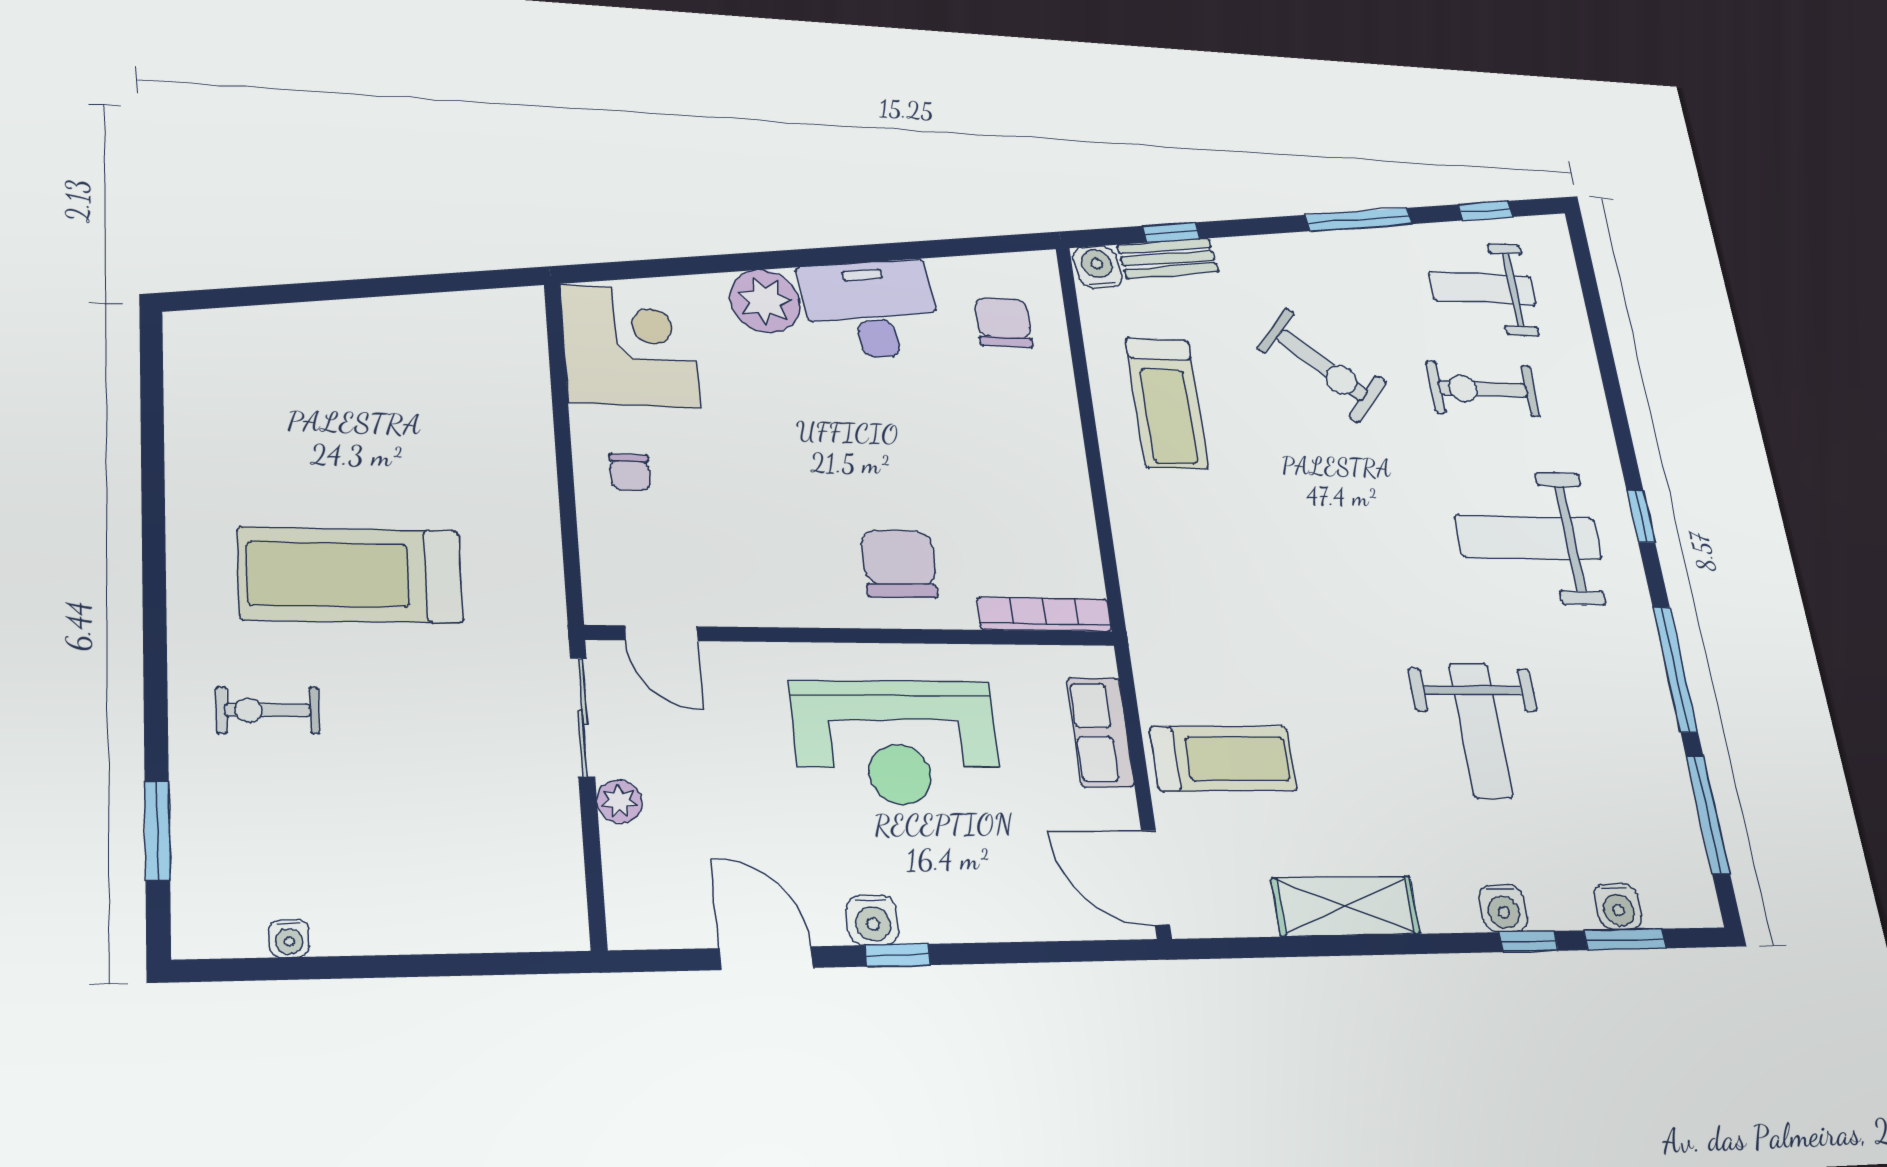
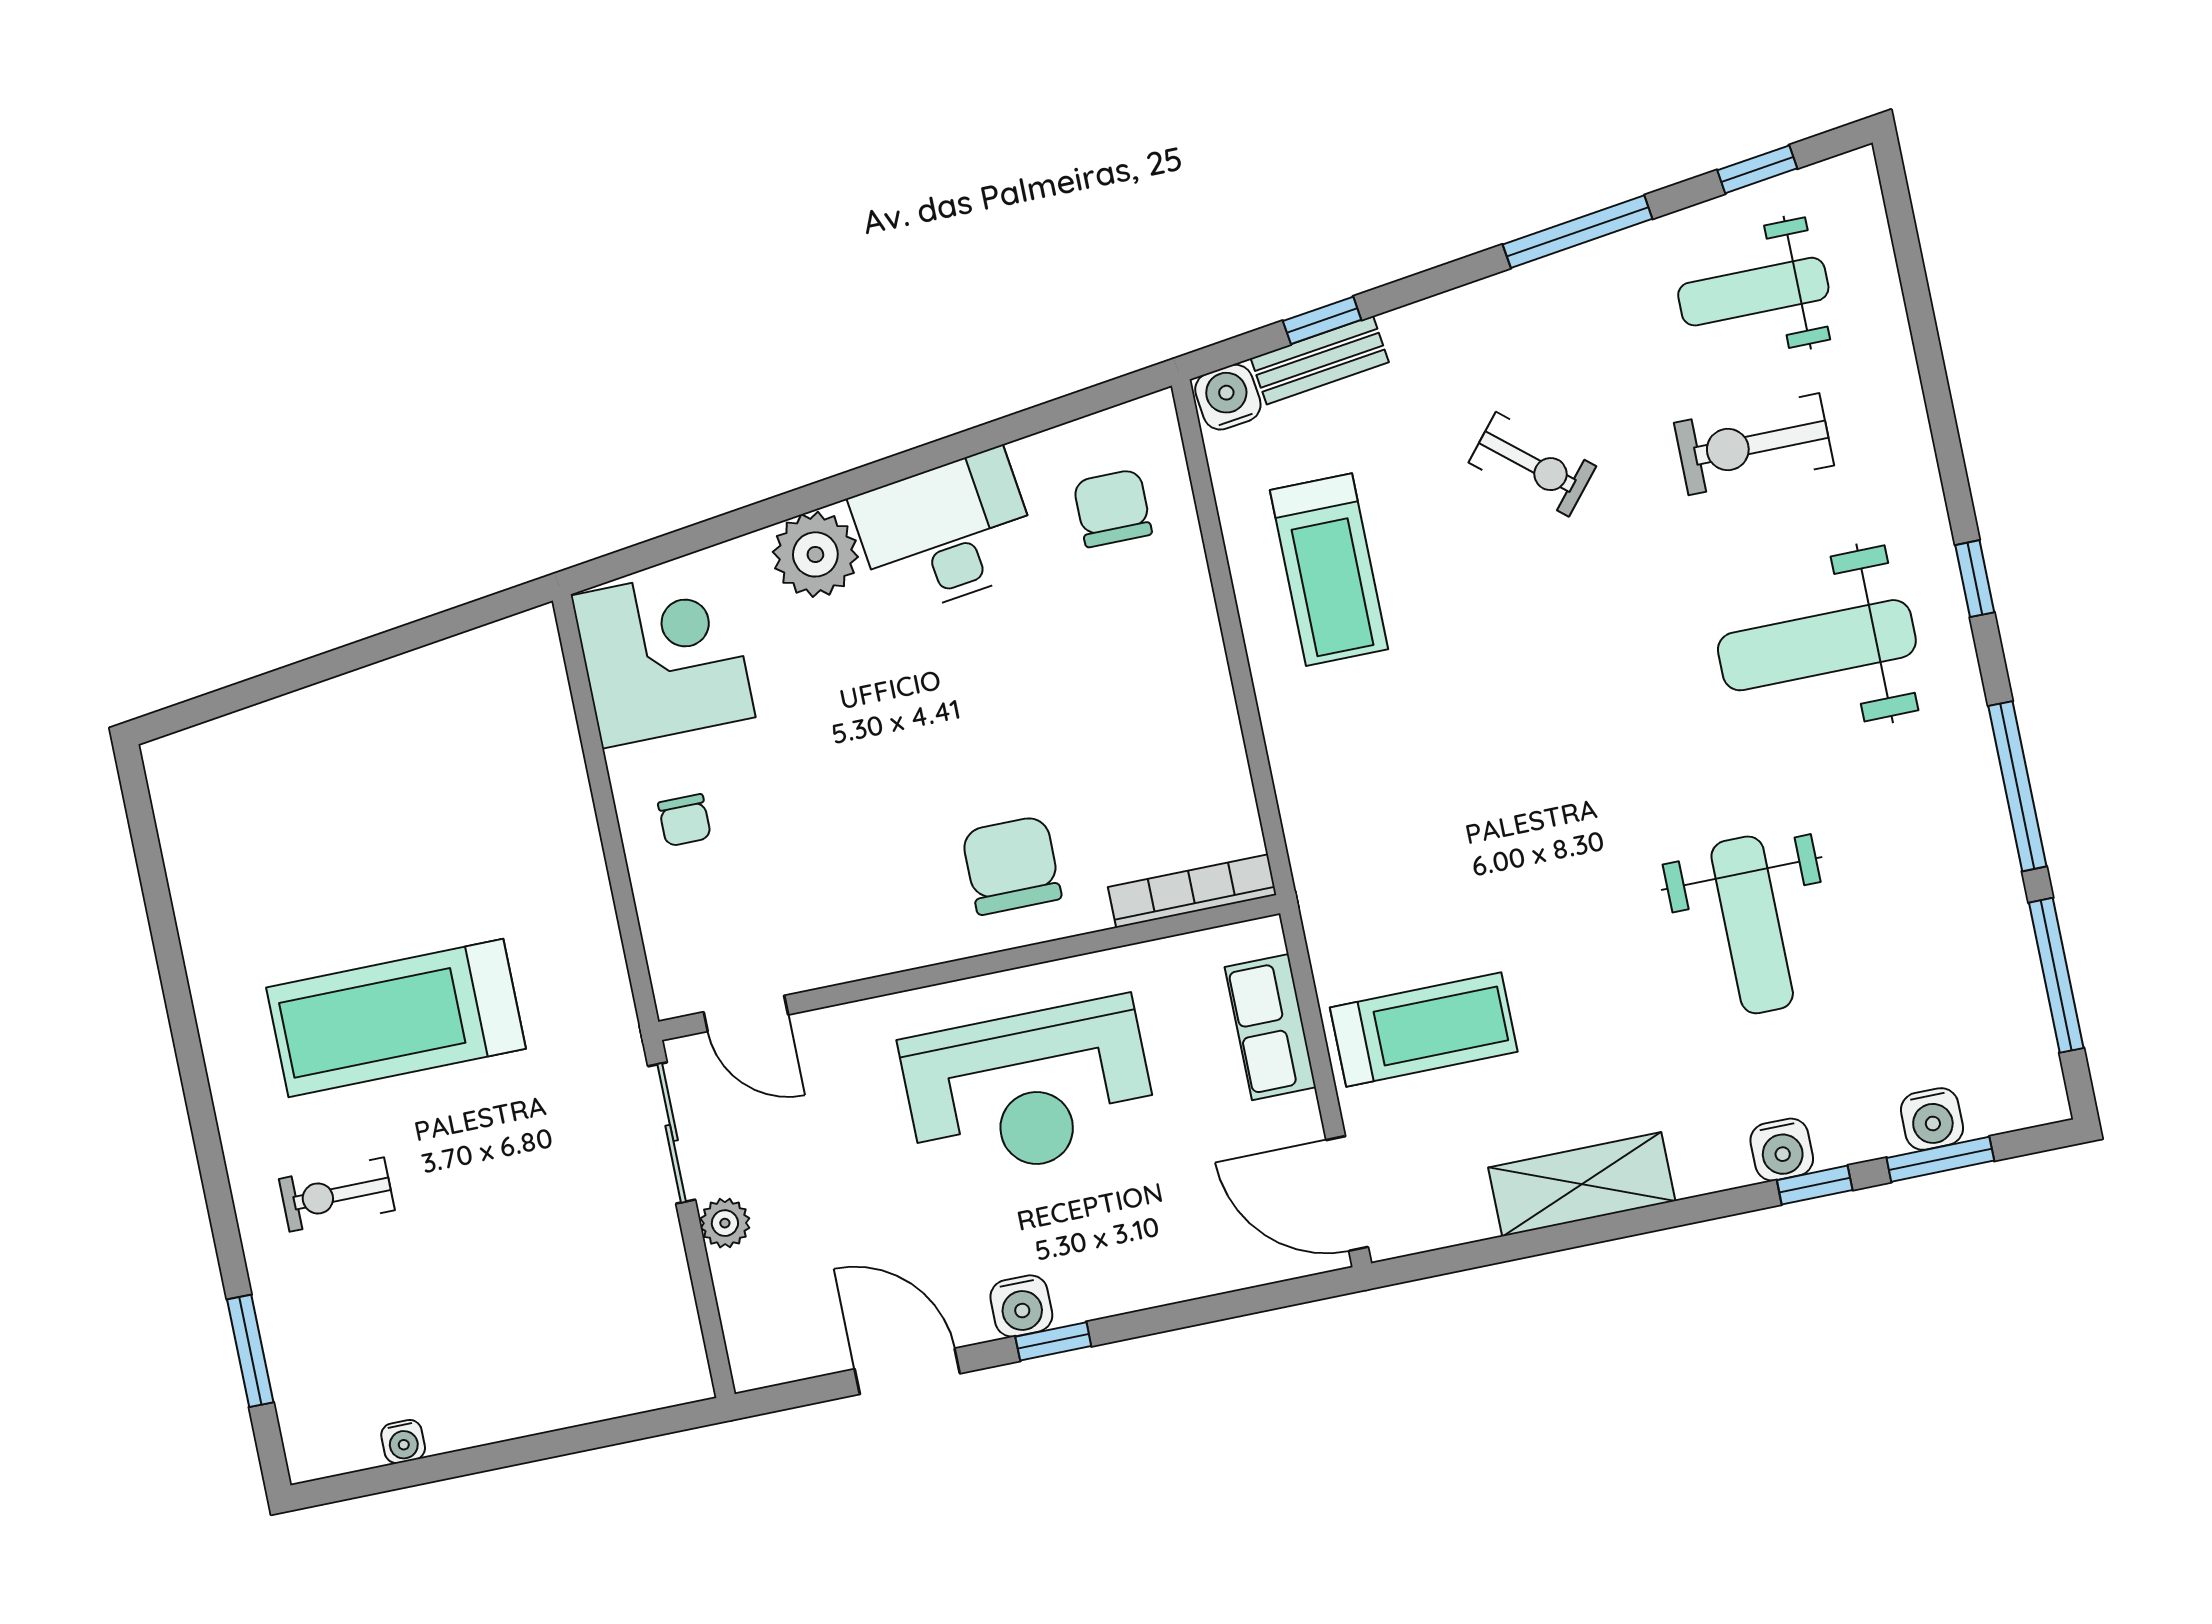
exercise bike: (1322, 365) -> (1532, 464), width x0.73, depth x0.72

